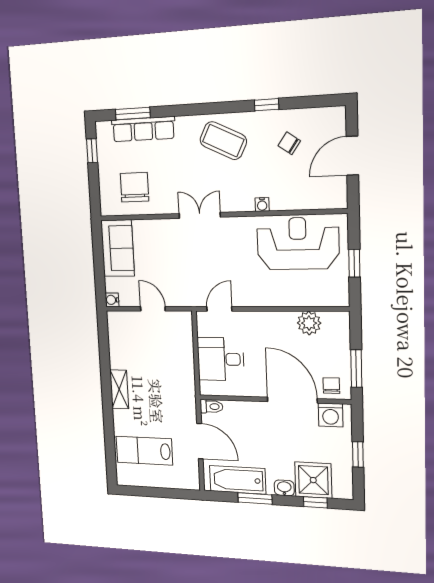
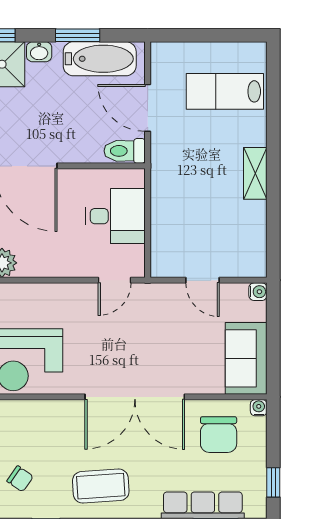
coffee table: (223, 141) -> (101, 486), turned -30
water cooler: (262, 205) -> (259, 408), moved
double door: (200, 215) -> (135, 397), width x1.87
toilet: (211, 406) -> (125, 151), width x1.37, depth x1.39
lab bench: (144, 451) -> (225, 91), turned 180

